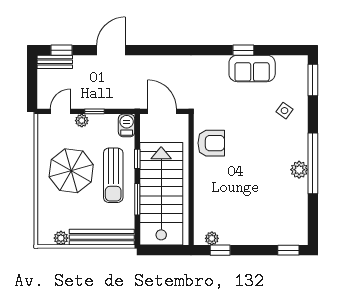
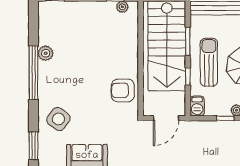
door: (162, 111) -> (166, 118), hinge flipped
side table: (285, 111) -> (58, 119), width x1.87, depth x1.87
plant: (299, 170) -> (46, 53), moved

